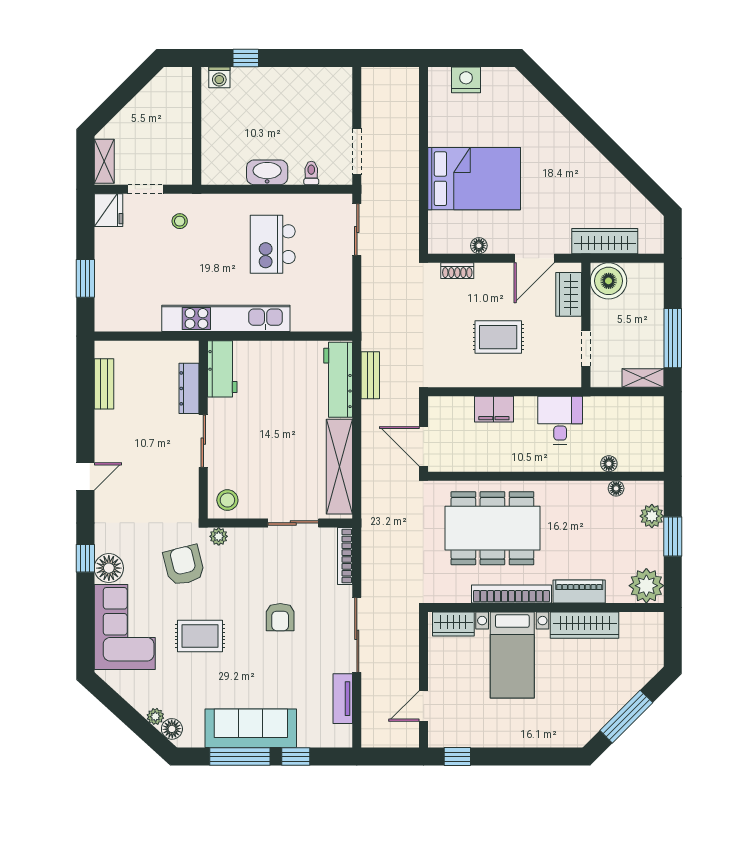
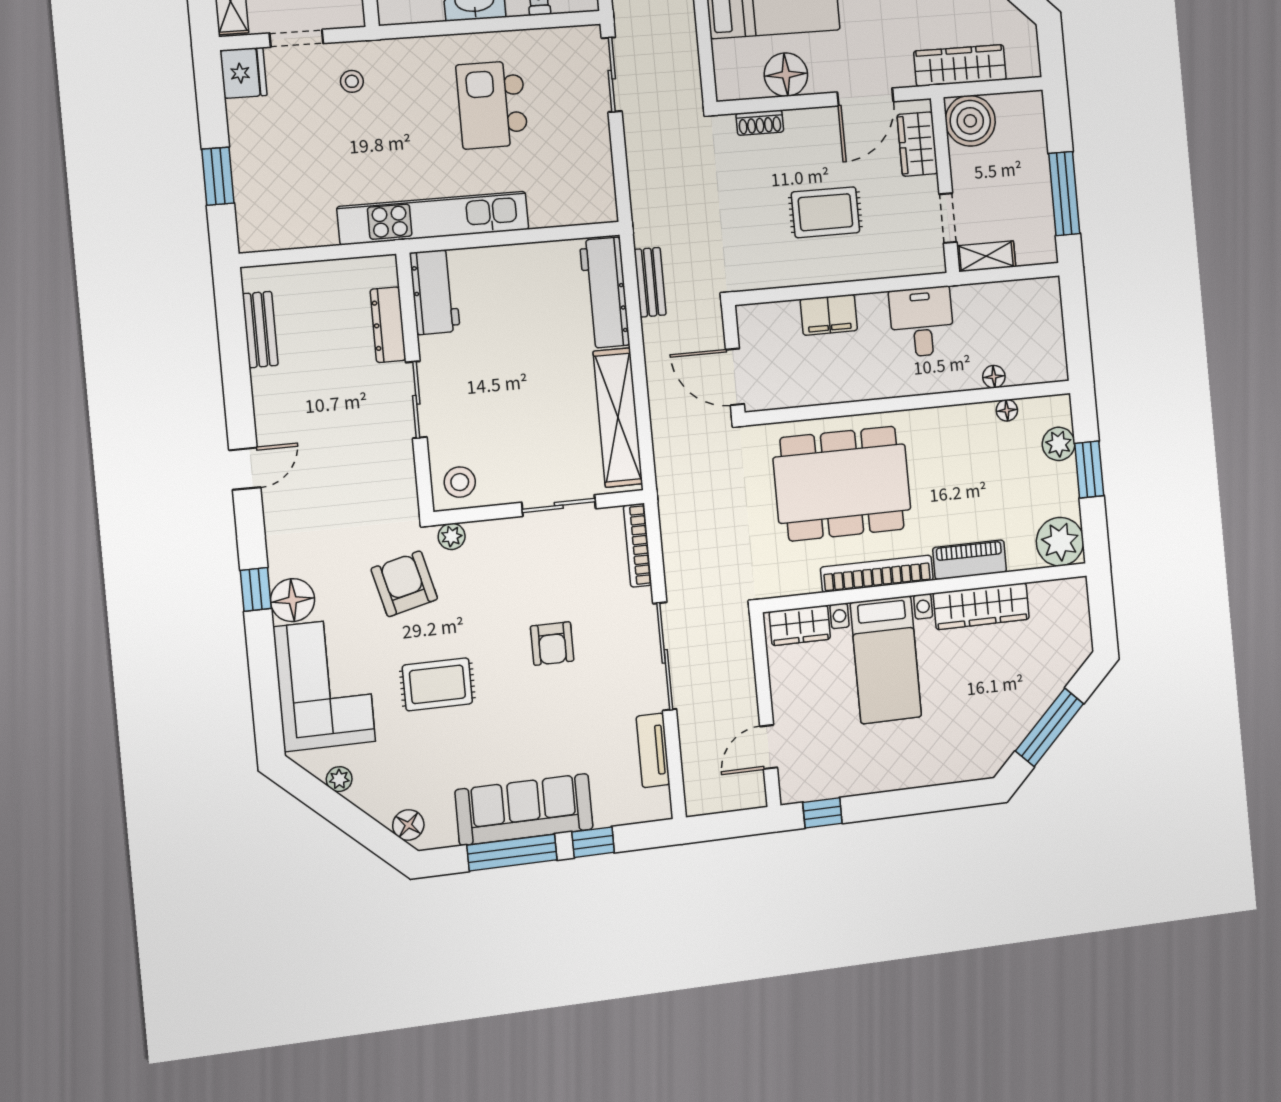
floor lamp: (479, 246) -> (786, 75), width x1.89, depth x1.89
shelving: (643, 378) -> (986, 256), moved
plant: (155, 716) -> (339, 779), moved

